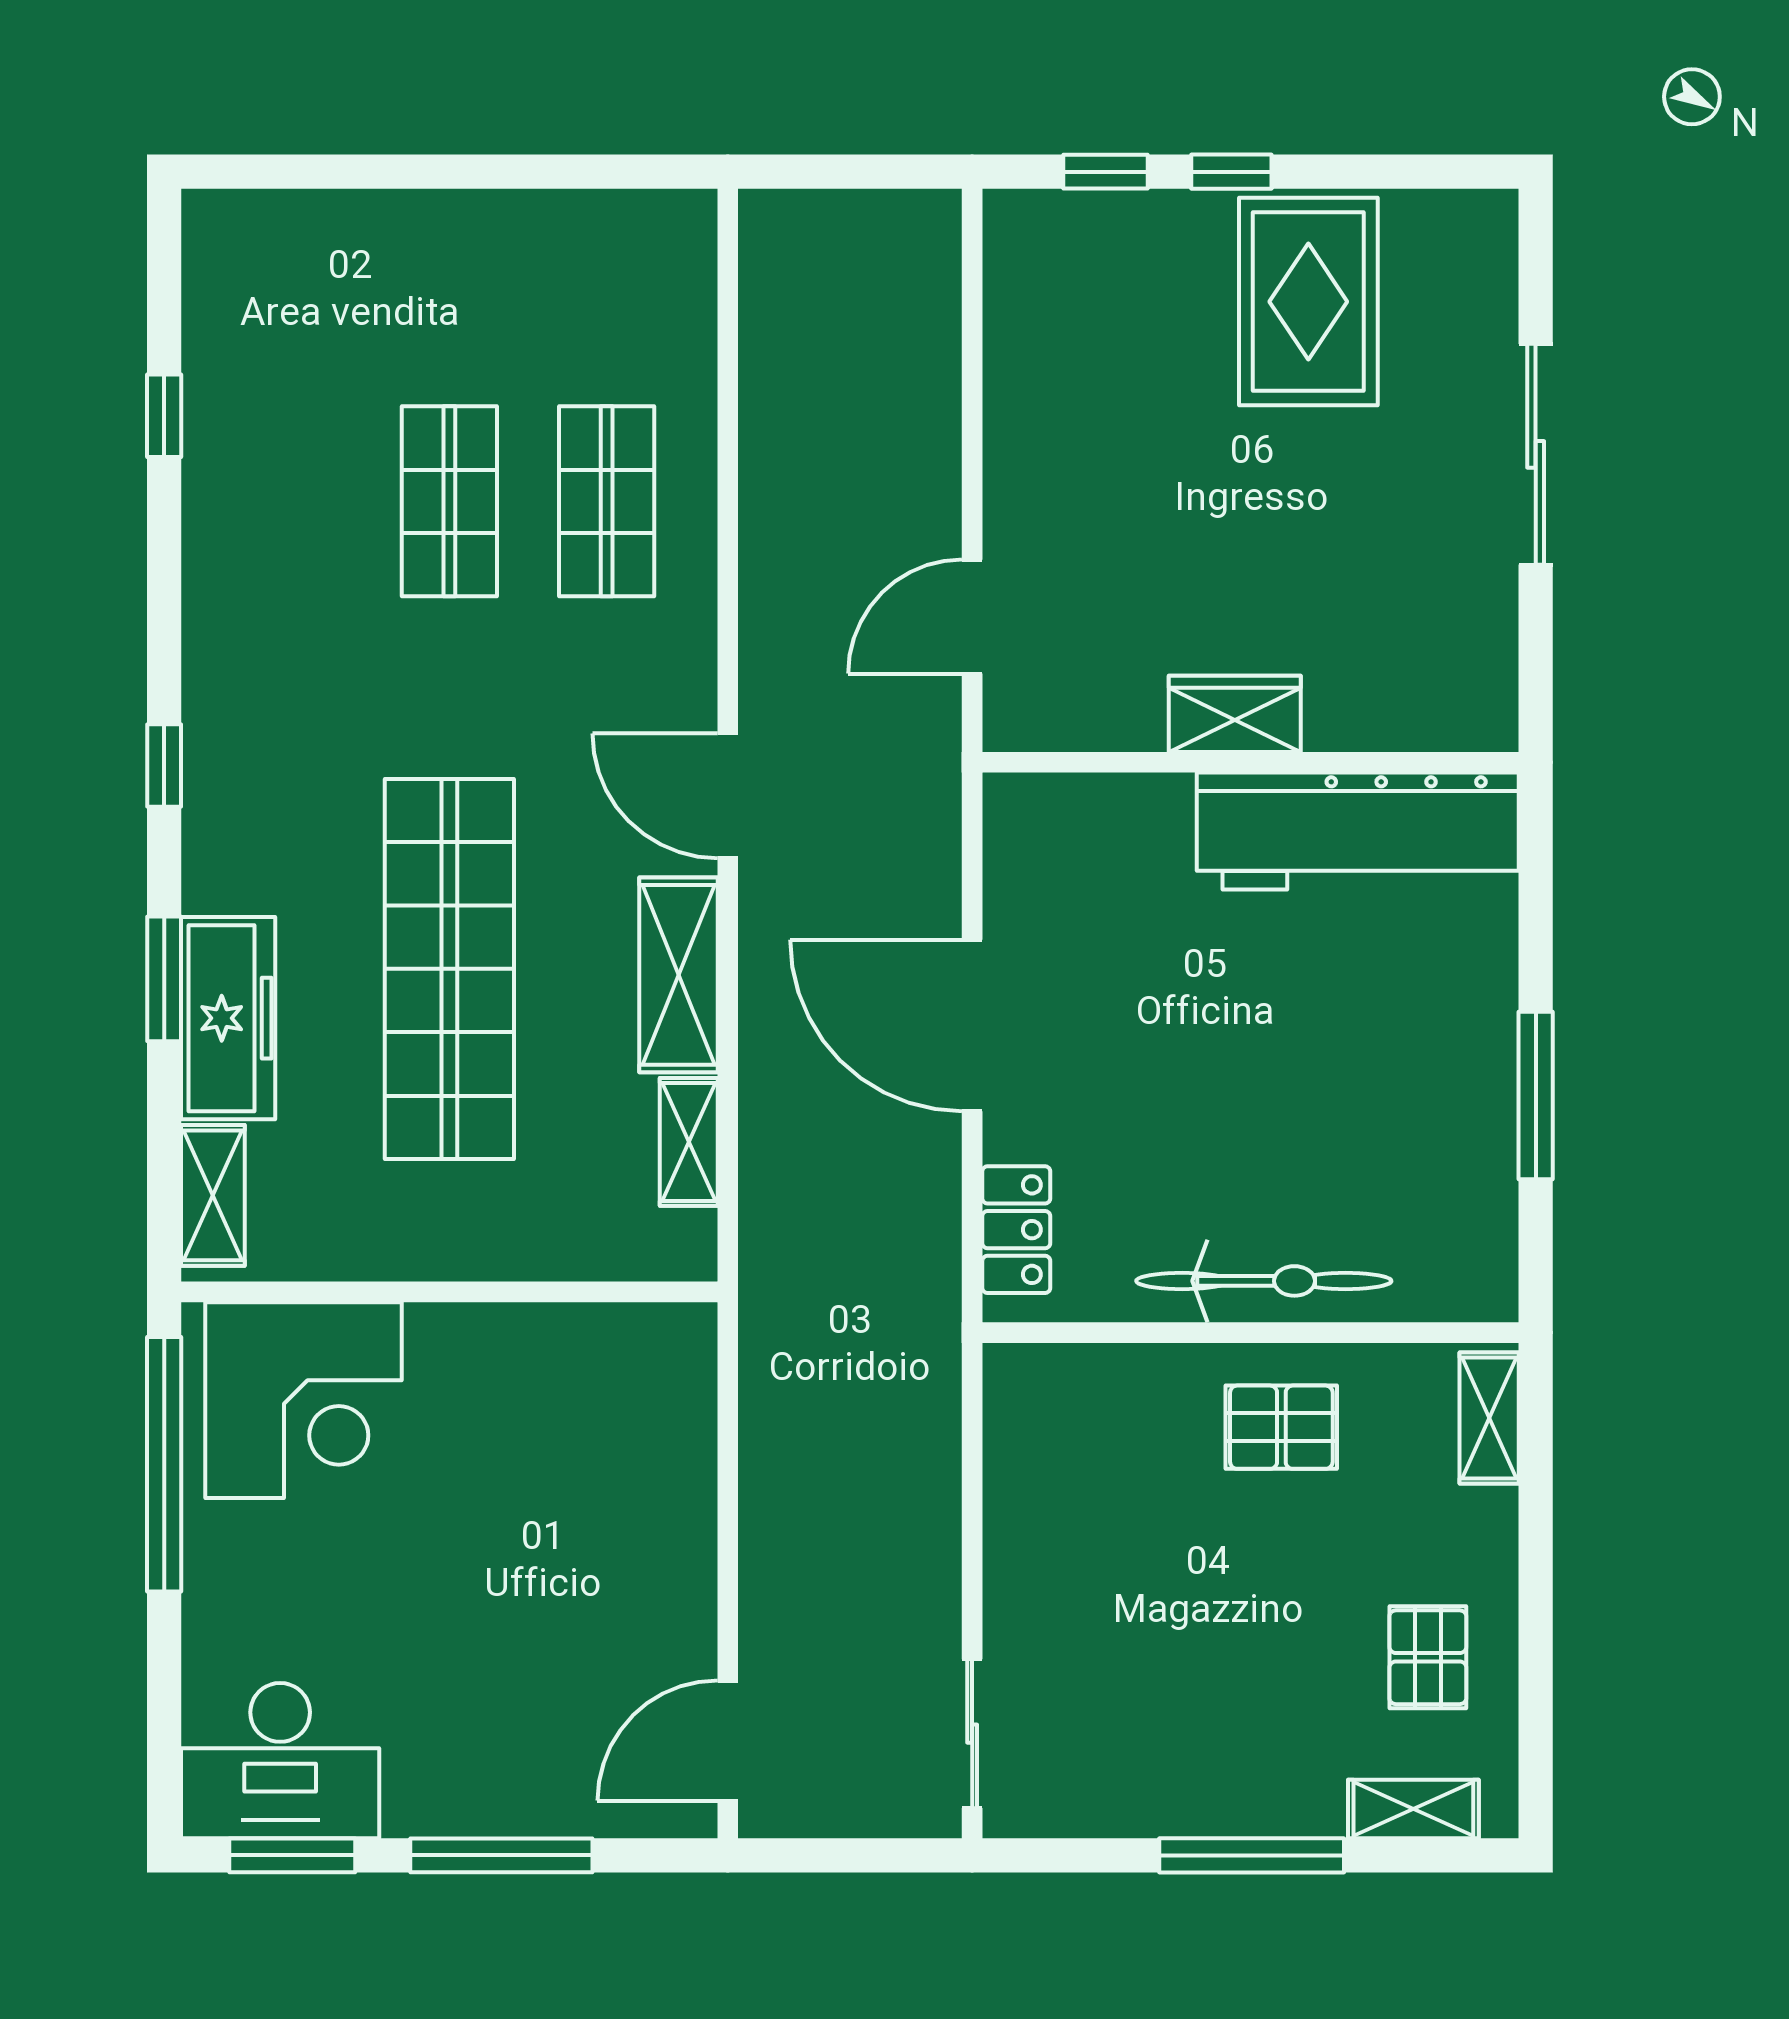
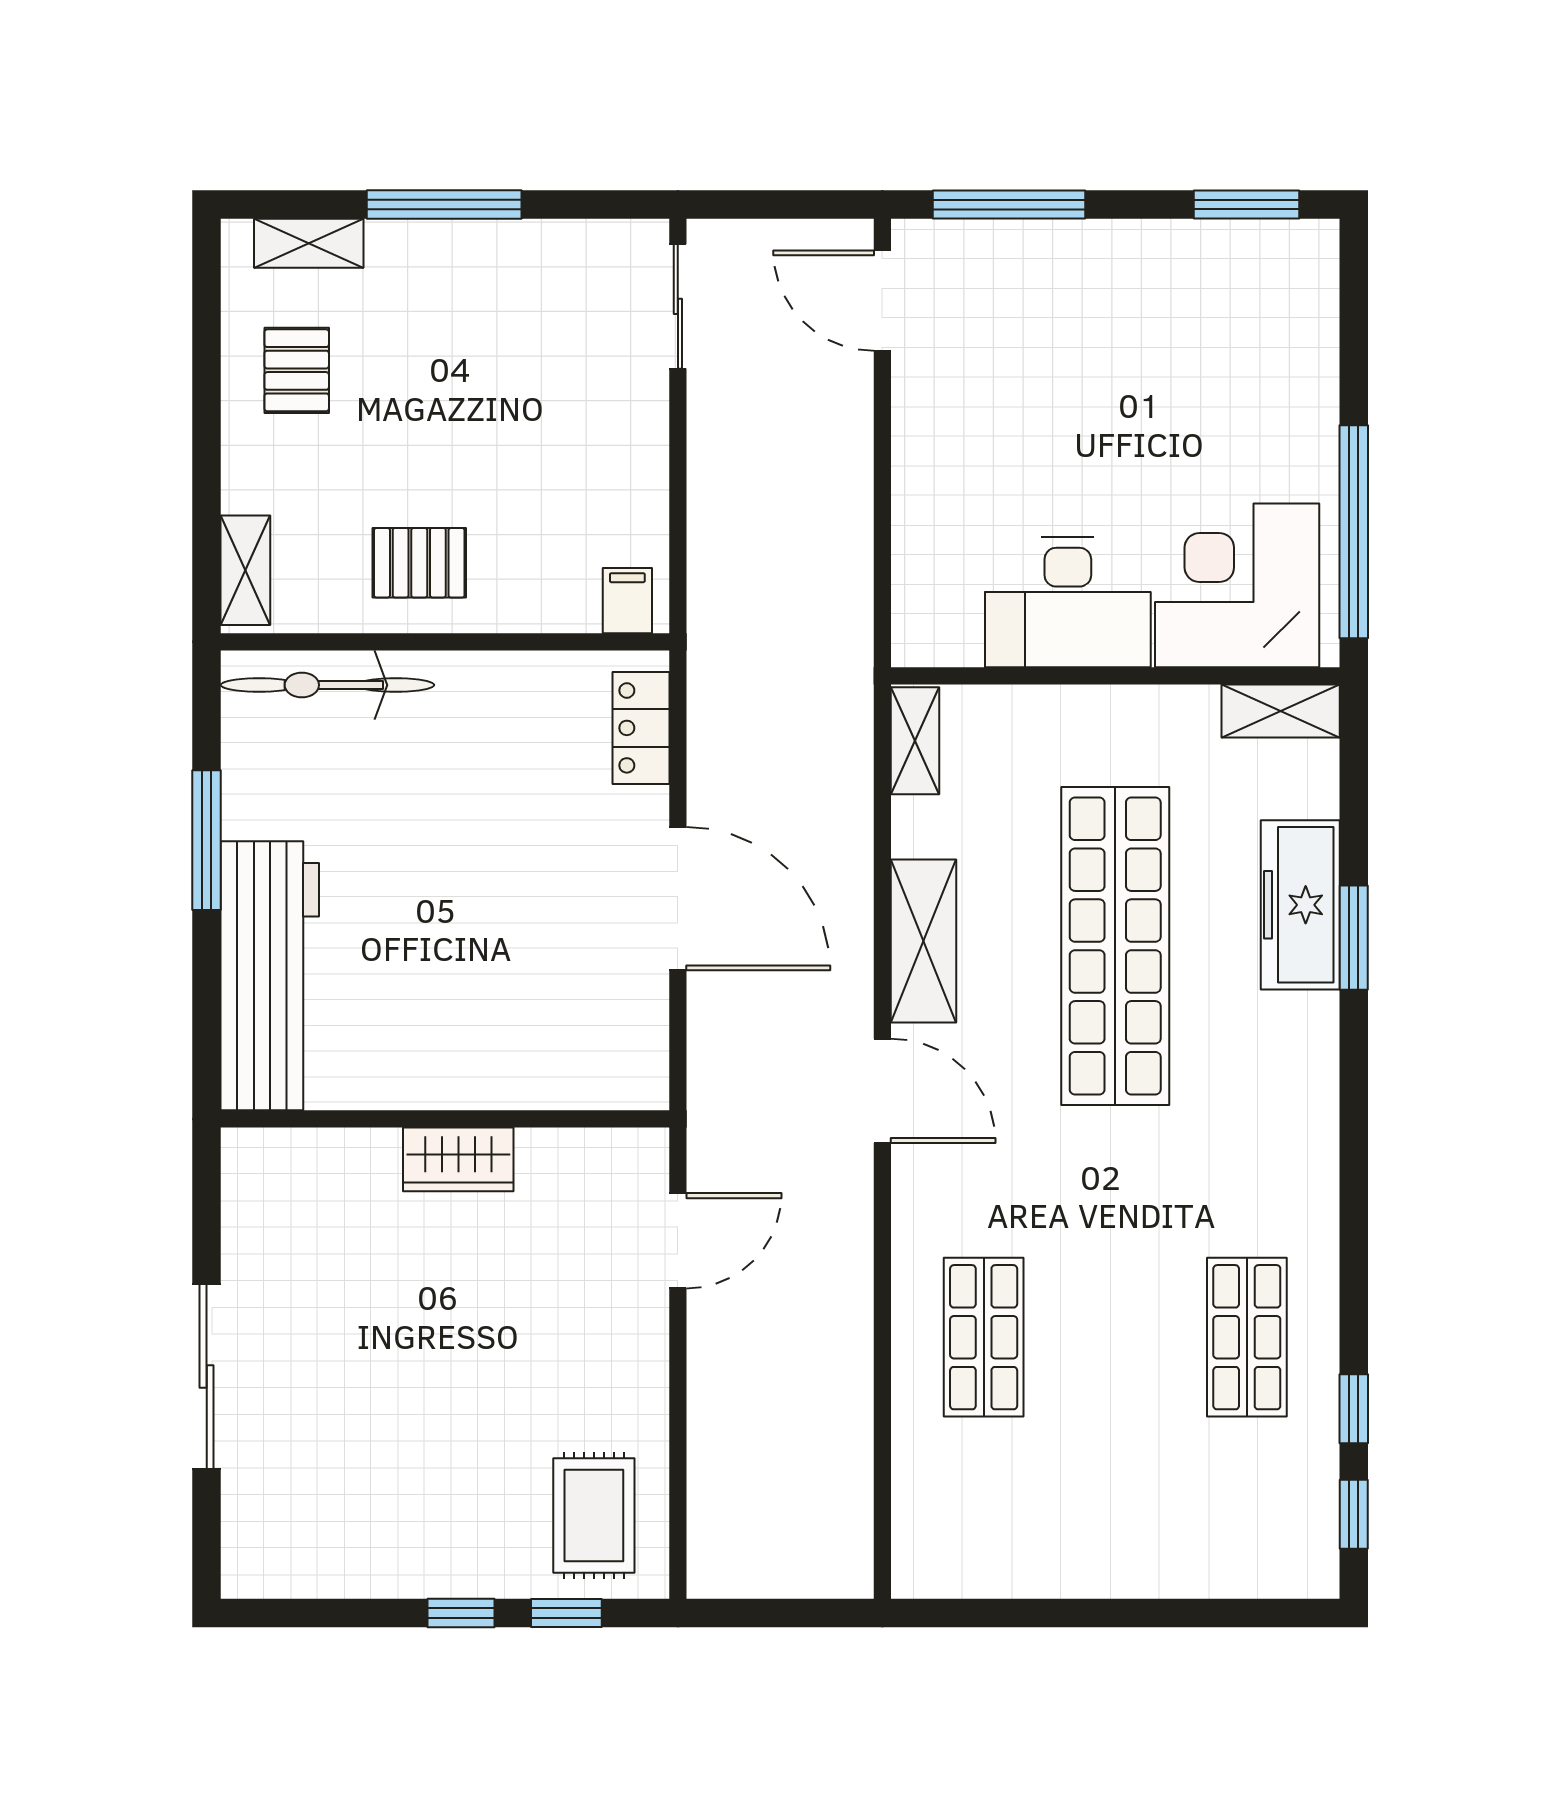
rug: (1308, 302) -> (594, 1516), moved, width x0.73, depth x0.70
shop shelf: (449, 501) -> (1247, 1337), moved
window: (164, 766) -> (1354, 1514), moved
workbench: (1358, 831) -> (270, 976), moved, turned 90
shelving: (689, 1142) -> (915, 741), moved
shelving: (213, 1195) -> (1281, 711), moved, turned 90
bicycle: (1264, 1281) -> (327, 685), moved
filing cabinet: (1033, 1382) -> (627, 601), added
door: (728, 1741) -> (882, 301), swing flipped
desk: (280, 1761) -> (1068, 602), moved, turned 180
window: (501, 1855) -> (1009, 205), moved

